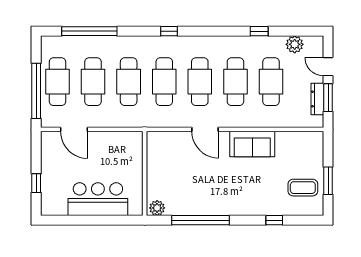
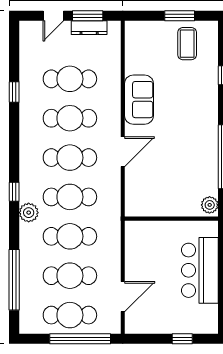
plant: (295, 44) -> (29, 213), moved

